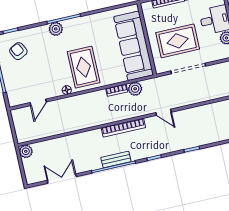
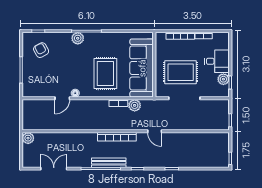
rug: (84, 67) -> (105, 74), moved
door: (38, 102) -> (62, 98), moved
bench: (116, 159) -> (109, 163), width x1.36

